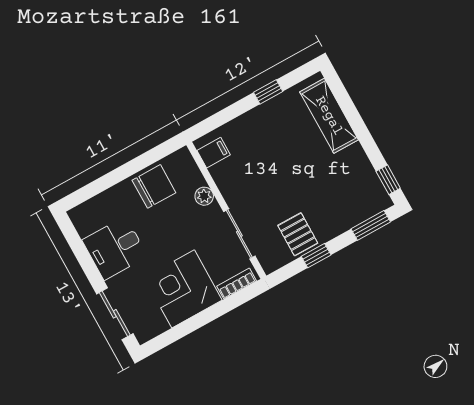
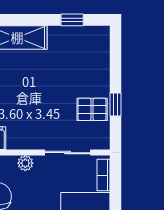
window: (388, 180) -> (72, 20), moved
window: (371, 225) -> (115, 52), removed

